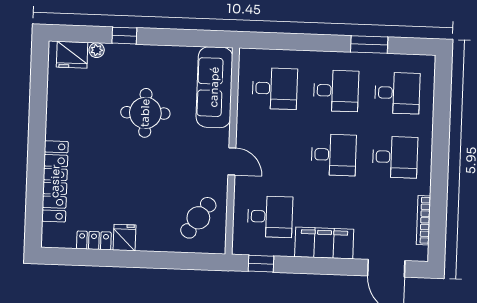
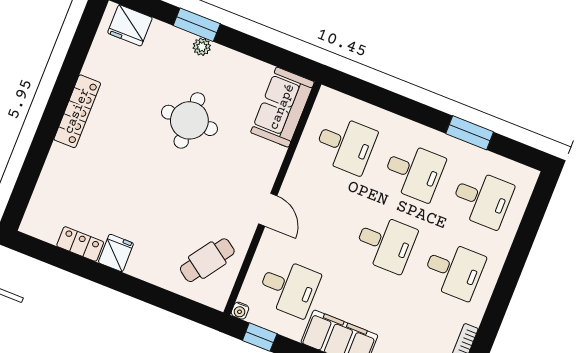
window: (124, 36) -> (197, 25), width x1.50
plant: (97, 50) -> (202, 47), moved
sofa: (214, 87) -> (282, 107), width x0.73
locker: (55, 181) -> (77, 111), moved, width x0.71, depth x0.83
water cooler: (238, 248) -> (240, 311), added

